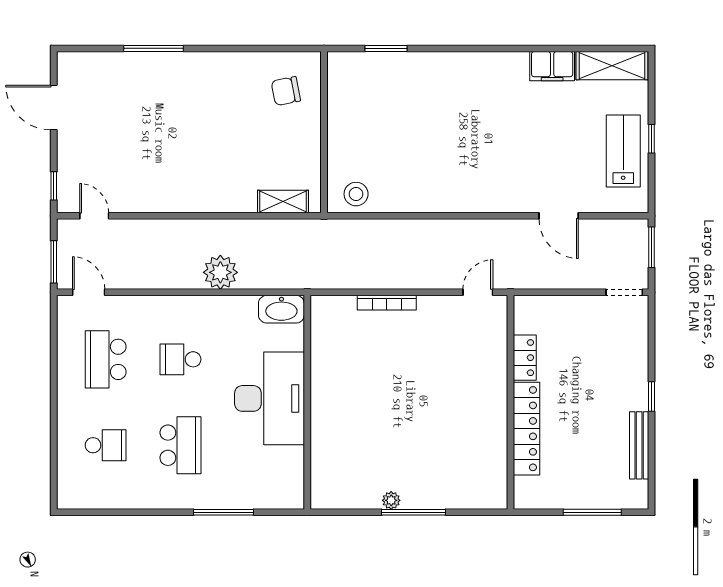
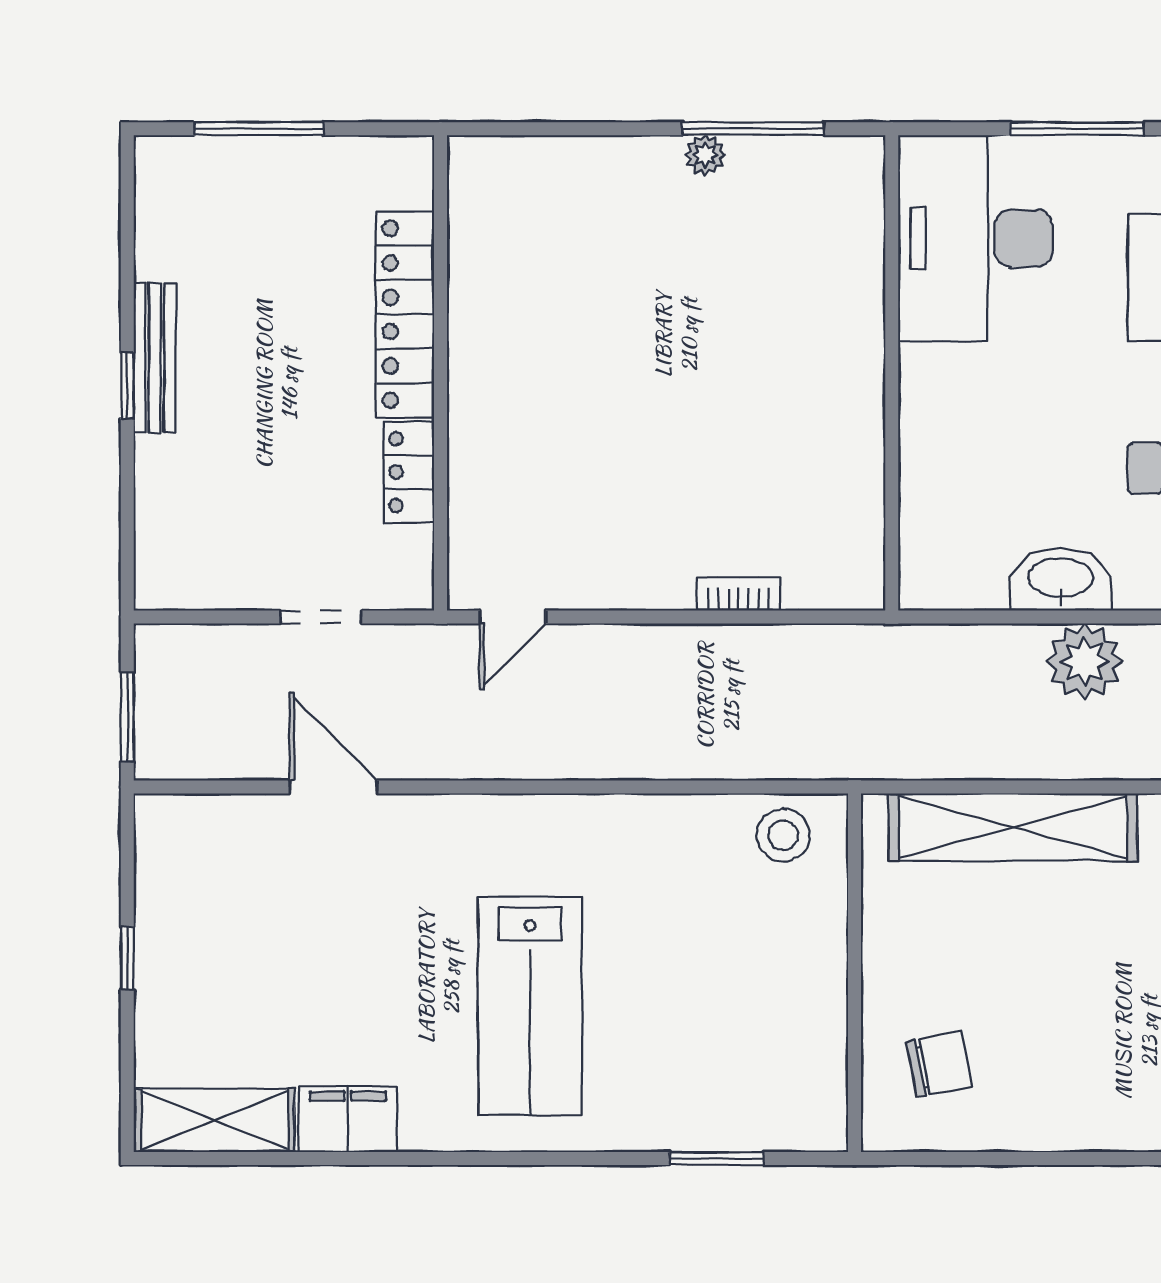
lab bench: (623, 151) -> (530, 1006), moved, width x1.36, depth x1.39
shelving: (283, 202) -> (1013, 827), width x2.20, depth x1.33
doorway: (624, 292) -> (321, 617), moved
bookcase: (387, 303) -> (739, 594), width x0.64
washbasin: (281, 309) -> (1061, 580), moved
desk: (269, 398) -> (975, 238), moved
bench: (639, 445) -> (155, 358), moved
window: (414, 512) -> (753, 129), moved

